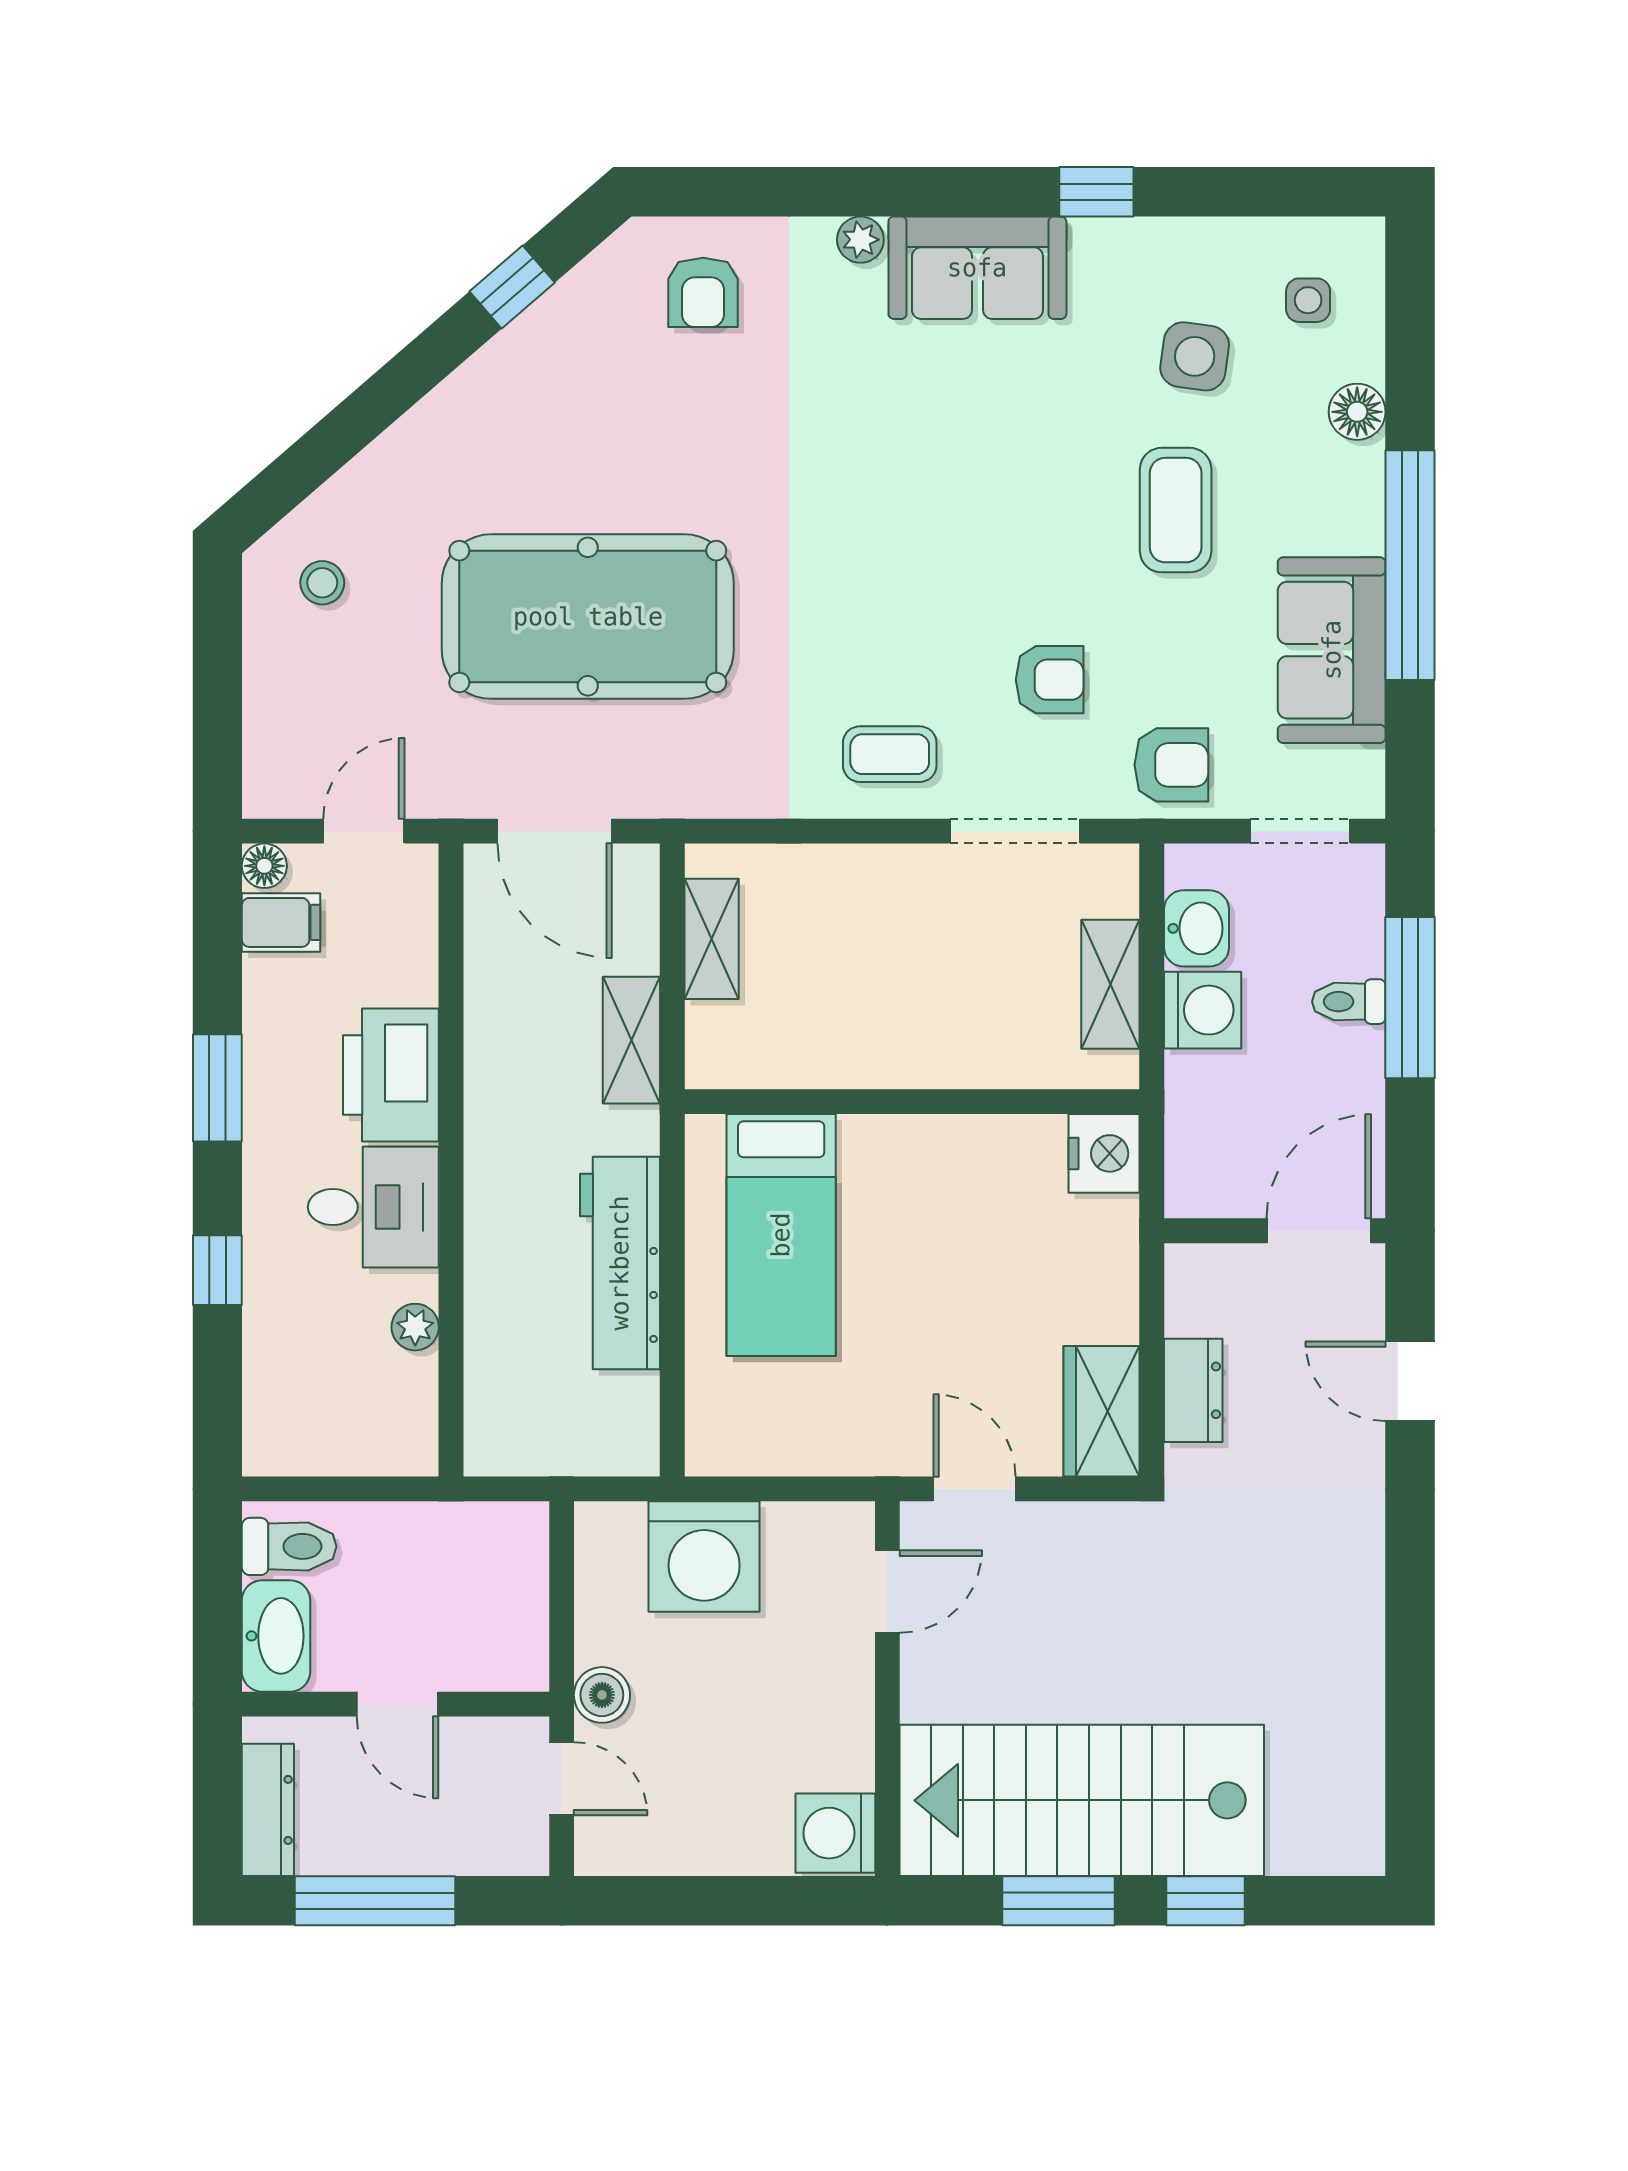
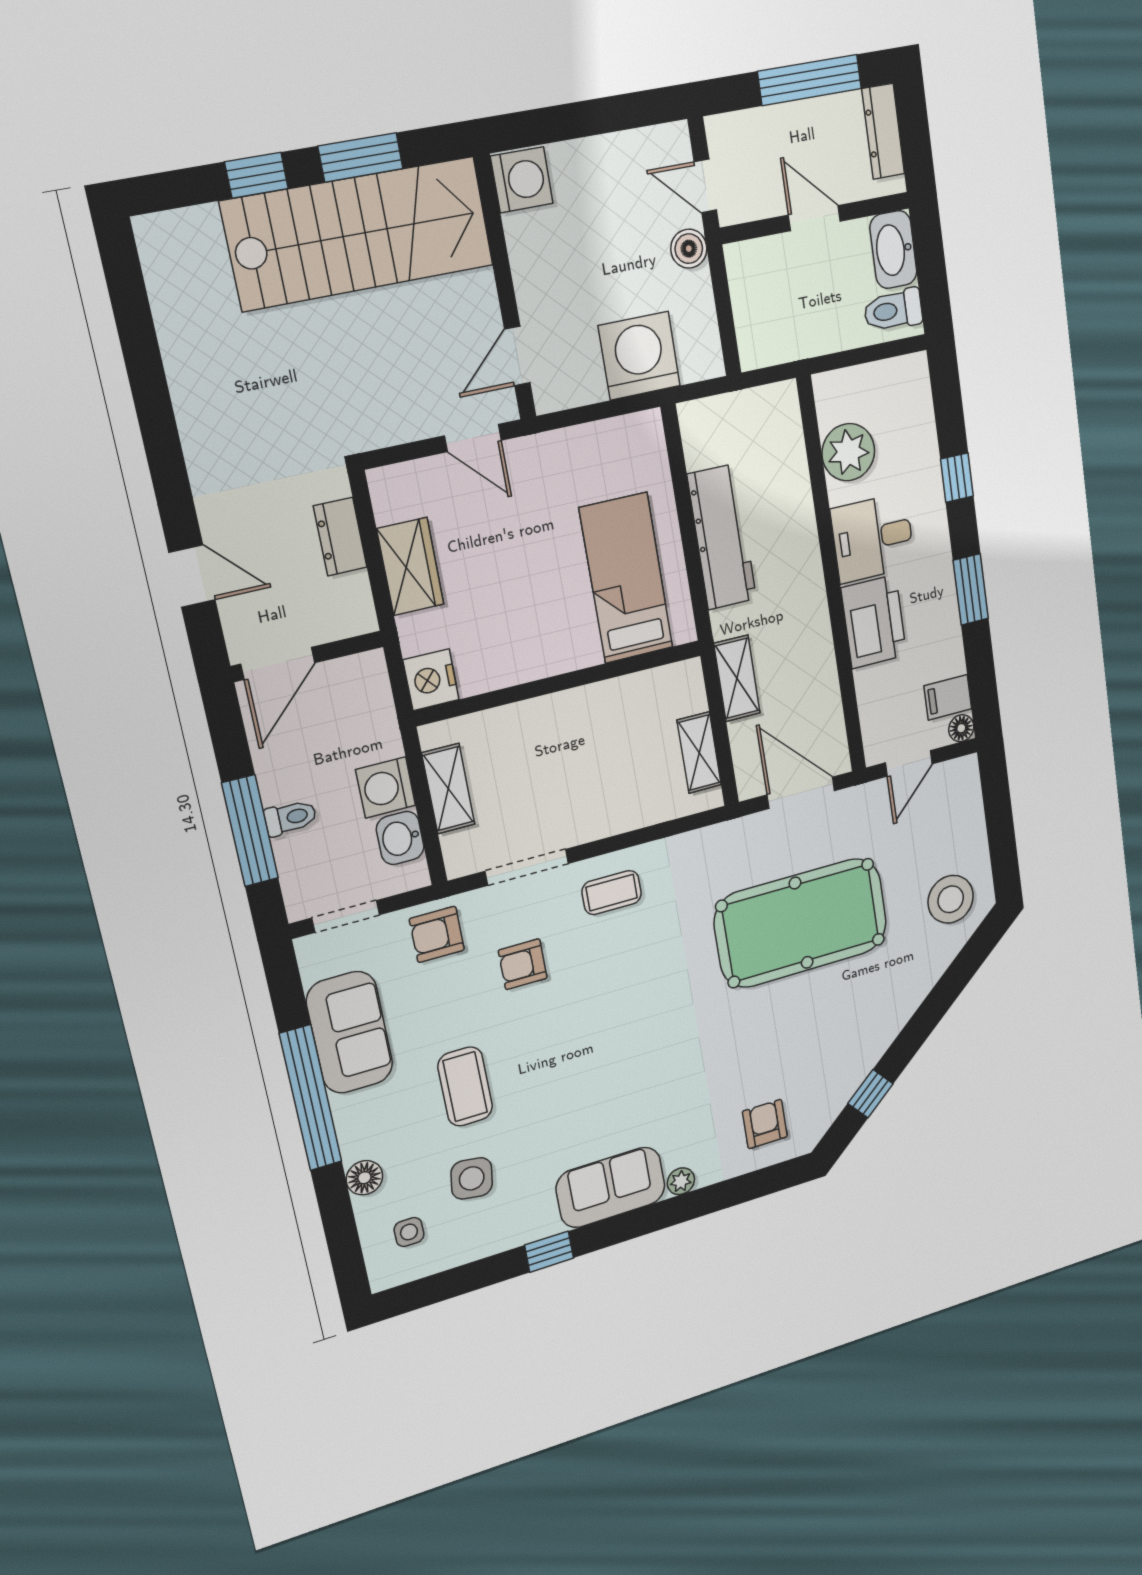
stool: (322, 583) -> (951, 899), width x1.89, depth x1.89
plant: (415, 1327) -> (848, 452), width x1.88, depth x1.88
wardrobe: (1102, 1411) -> (410, 567), moved

